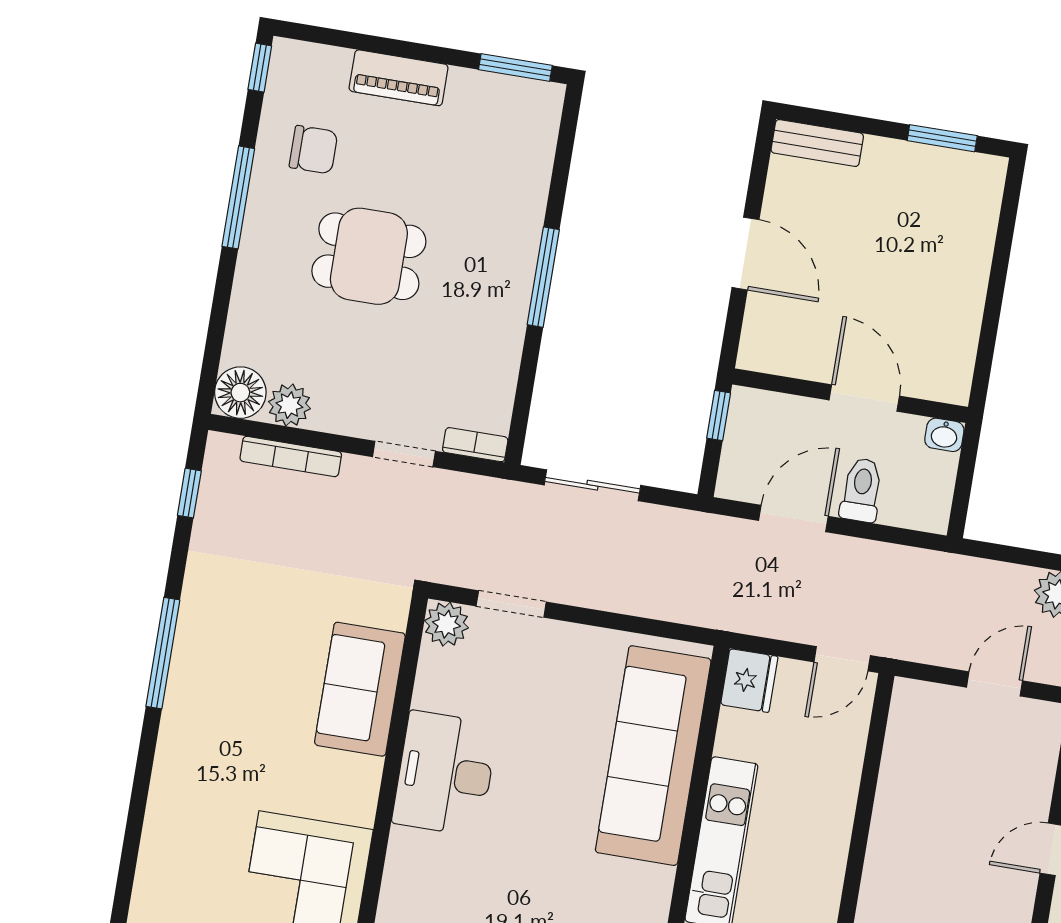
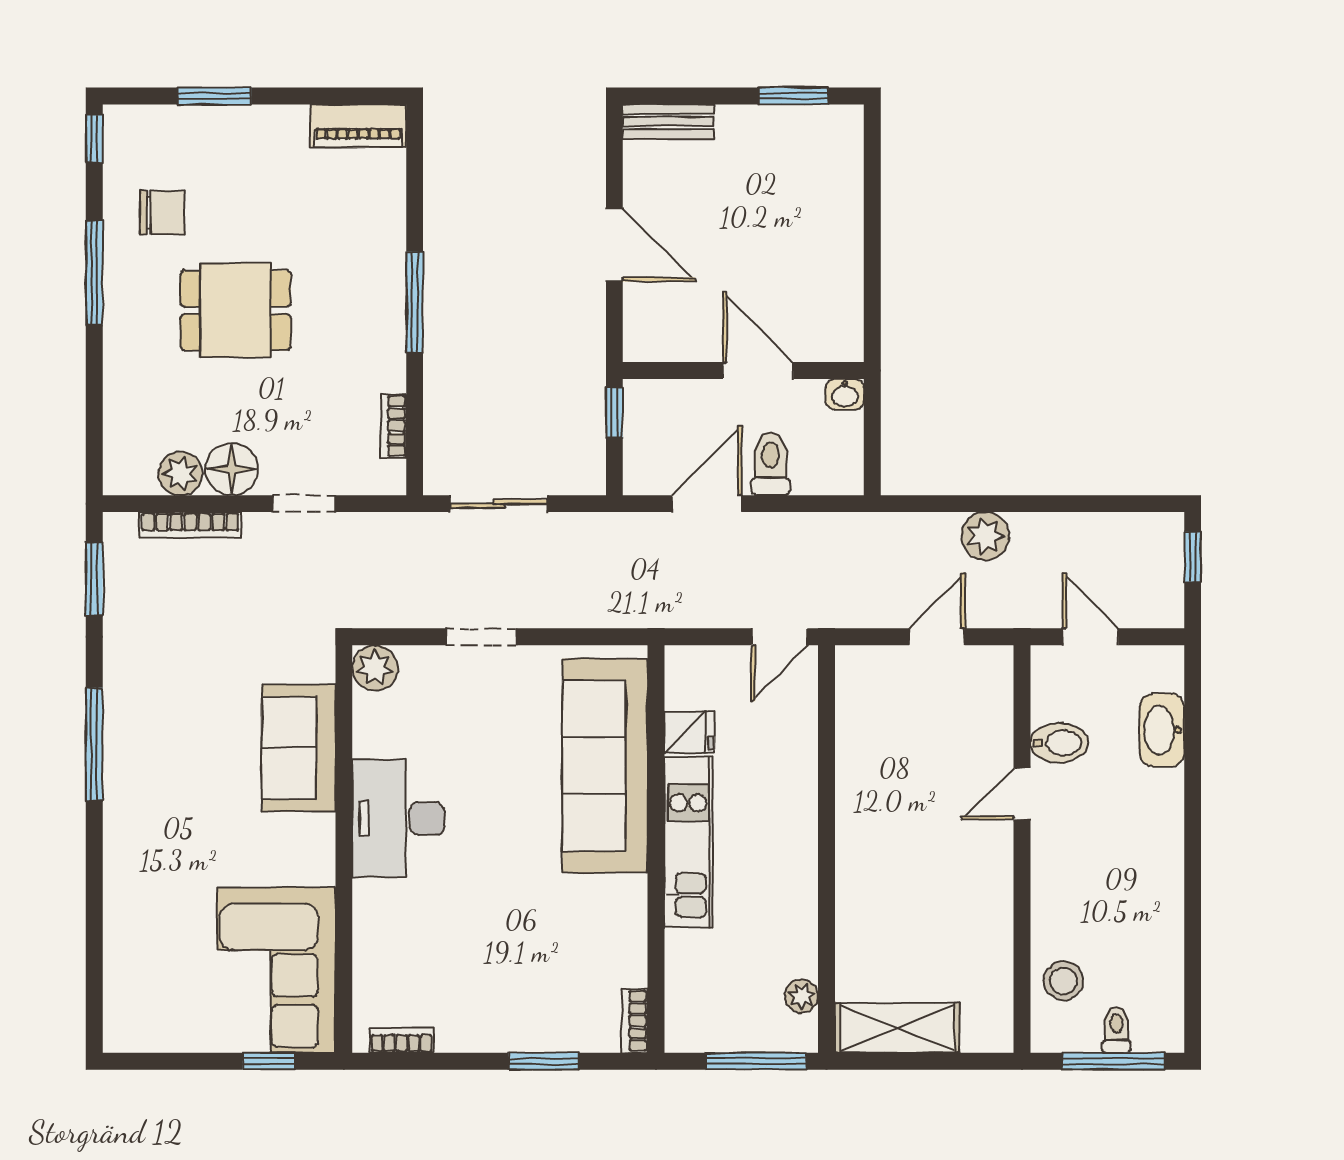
window: (515, 68) -> (214, 96), moved
piano: (399, 78) -> (358, 126), moved
floor lamp: (240, 393) -> (232, 469), moved
bookcase: (475, 445) -> (393, 426), moved, turned -90
window: (189, 493) -> (94, 579), width x1.50
doorway: (511, 604) -> (481, 637), moved
fridge: (749, 681) -> (689, 732), moved, width x0.72

